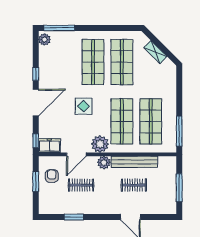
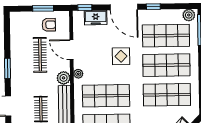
shop shelf: (64, 62) -> (166, 36), added
plant: (100, 144) -> (78, 74), width x0.53, depth x0.53
freezer: (49, 146) -> (96, 18), moved, turned 90
clothes rail: (81, 185) -> (40, 55), width x1.36
window: (74, 217) -> (7, 68), moved

